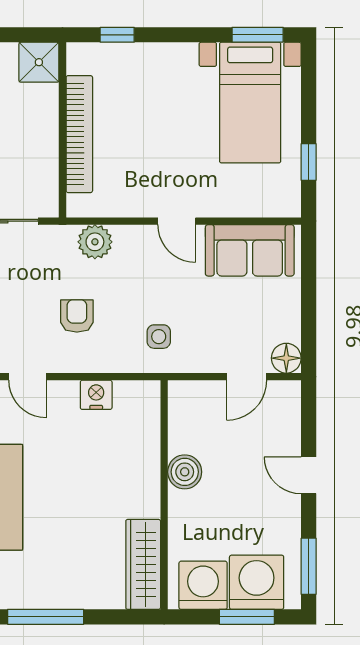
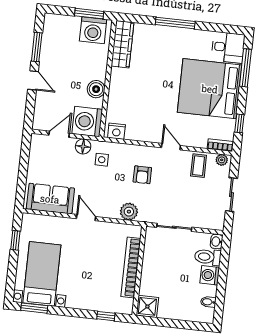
floor lamp: (286, 358) -> (83, 146), moved
nightstand: (96, 395) -> (116, 131), moved
window: (309, 566) -> (37, 47), moved
washing machine: (257, 582) -> (87, 122), moved, turned 90
window: (247, 617) -> (89, 14), moved

